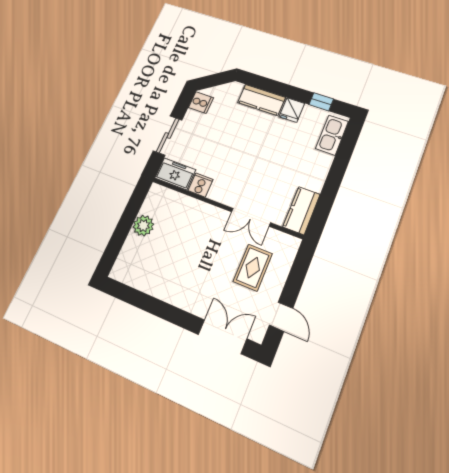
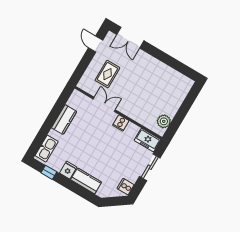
cooker: (200, 185) -> (121, 123), moved
kitchen counter: (301, 211) -> (64, 120), moved
plant: (143, 226) -> (164, 121), moved

